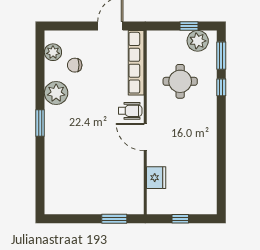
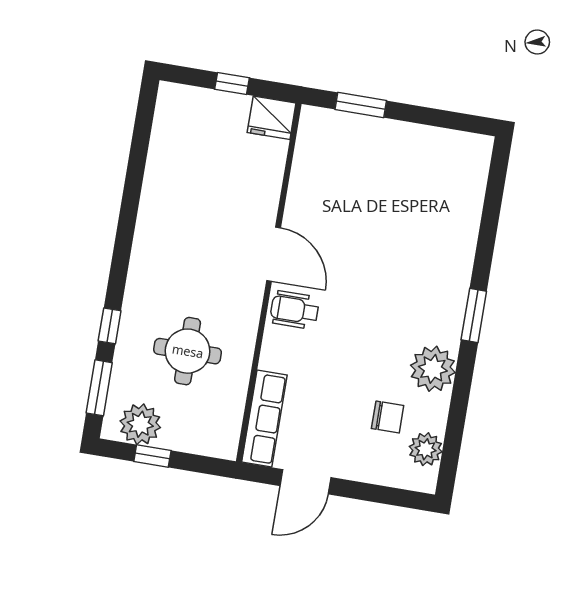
row of seats: (136, 63) -> (264, 418), width x0.73
fridge: (156, 178) -> (272, 118), moved, turned -90

